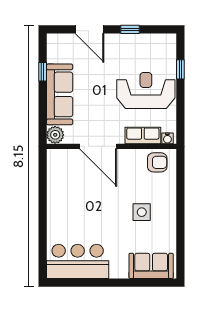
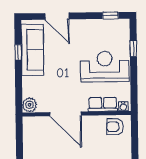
window: (130, 29) -> (110, 15), moved
sofa: (60, 94) -> (32, 50), moved
armchair: (157, 162) -> (115, 127), turned 180

